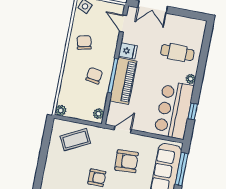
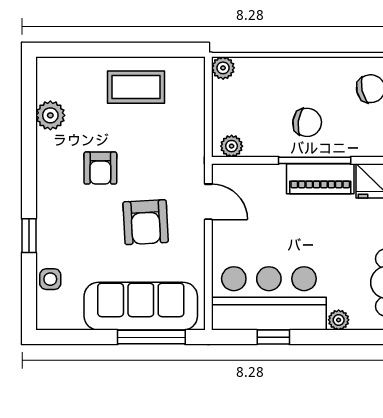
piano: (123, 81) -> (320, 179), width x0.73, depth x0.75
coffee table: (75, 140) -> (136, 87), moved, turned -63

